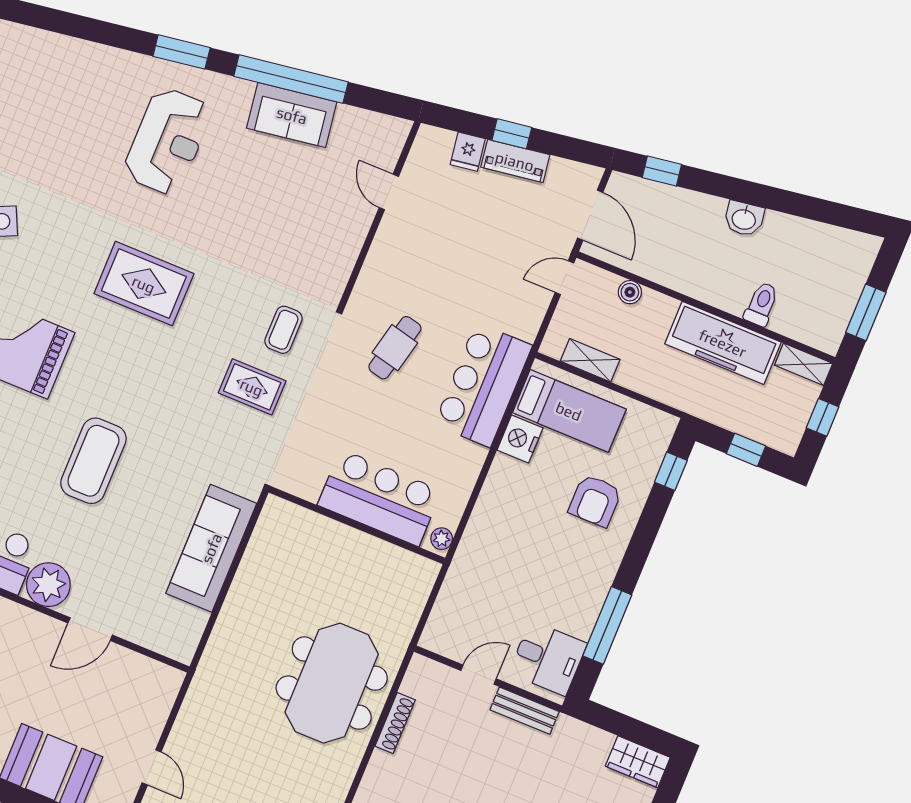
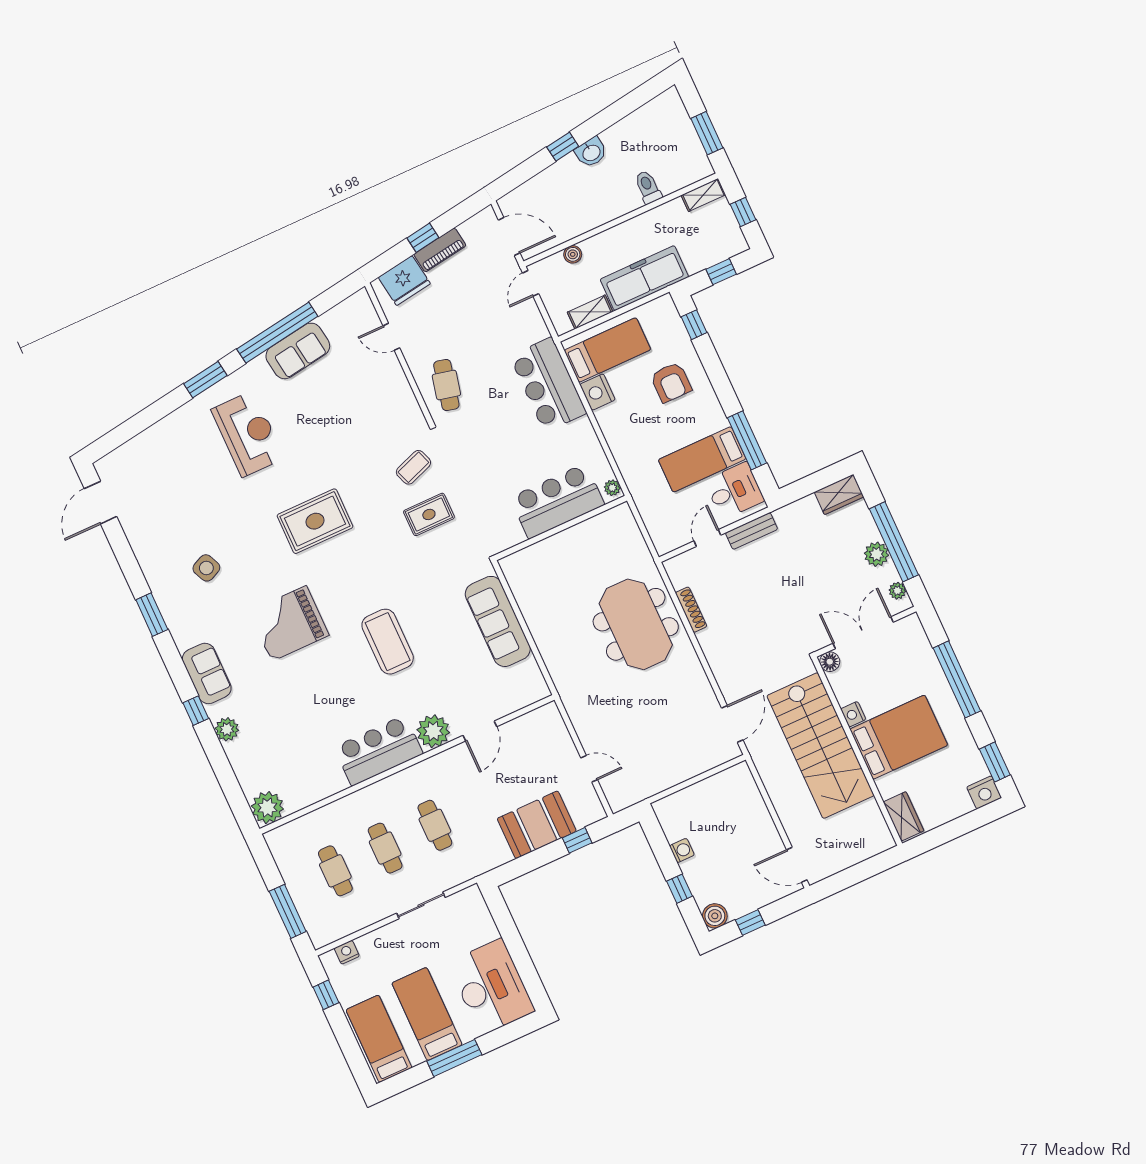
fridge: (468, 152) -> (404, 281), width x1.88, depth x1.34
window: (662, 171) -> (563, 147), moved
coffee table: (283, 330) -> (413, 467), turned 70
freezer: (723, 343) -> (644, 278), moved, turned 180
cafe table: (395, 348) -> (446, 385), moved
bed: (549, 599) -> (702, 459), added

